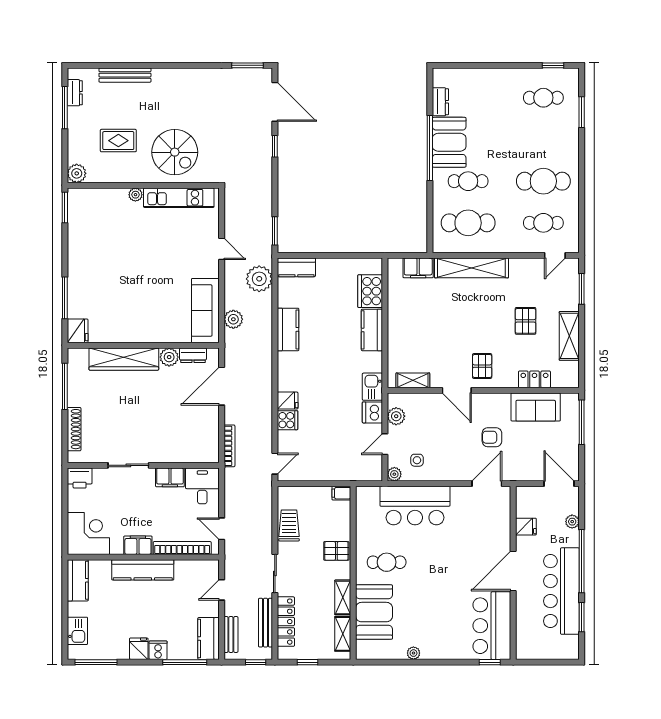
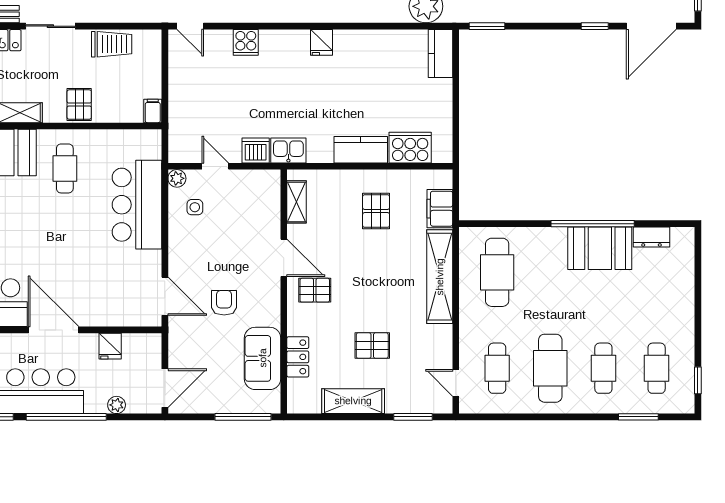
cafe table: (468, 181) -> (603, 368), moved
pallet: (420, 318) -> (376, 211), added
kitchen counter: (288, 329) -> (361, 43), removed
door: (457, 390) -> (284, 258), swing flipped
fridge: (288, 401) -> (321, 42), moved
plant: (396, 416) -> (251, 181), removed

